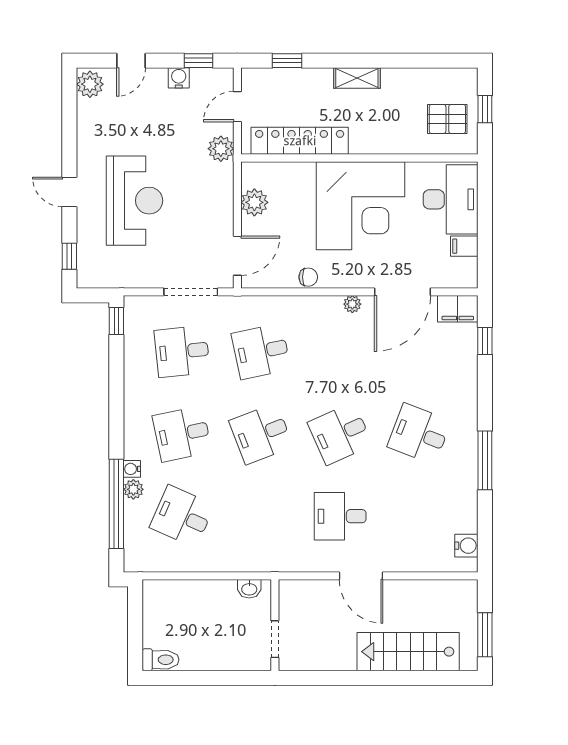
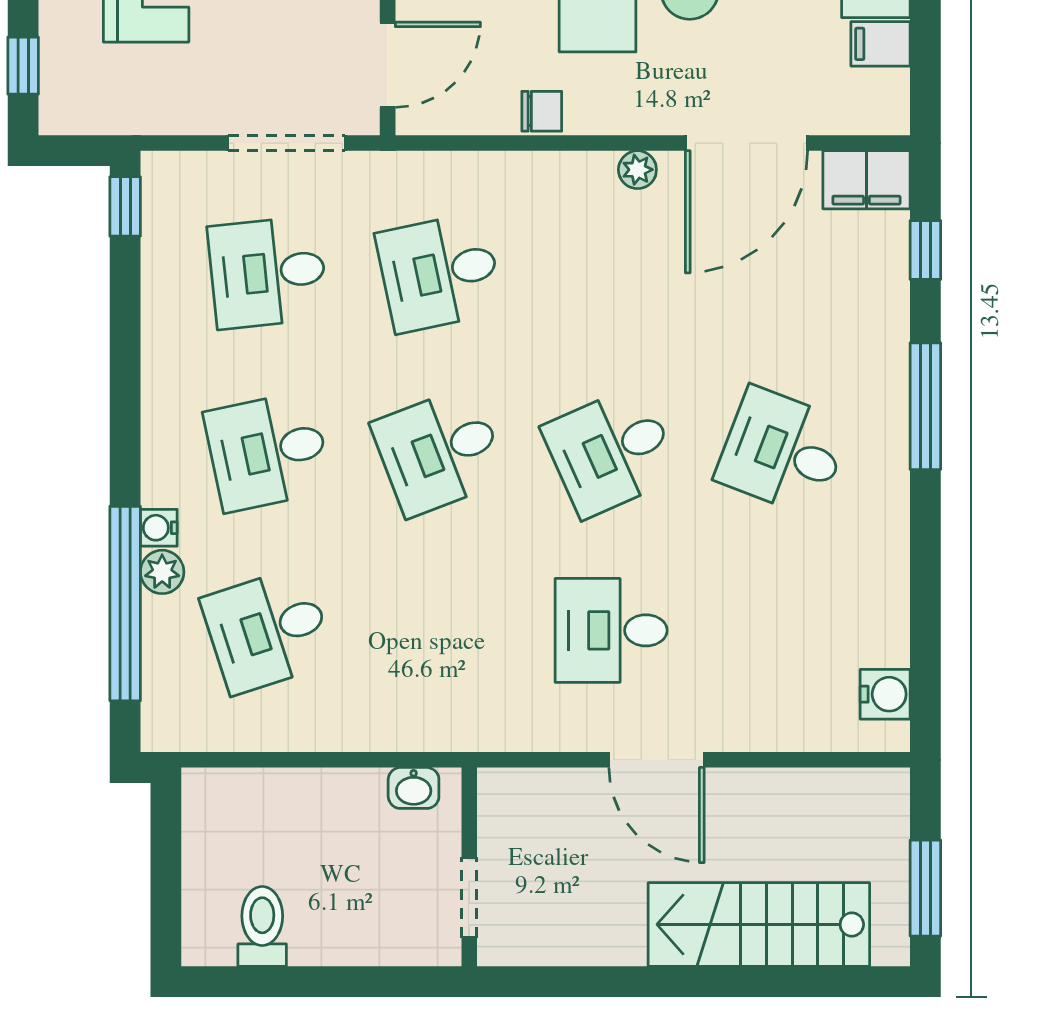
window: (485, 460) -> (925, 406), moved
desk: (182, 516) -> (268, 630), turned -42
toilet: (161, 660) -> (262, 926), moved, turned -90

